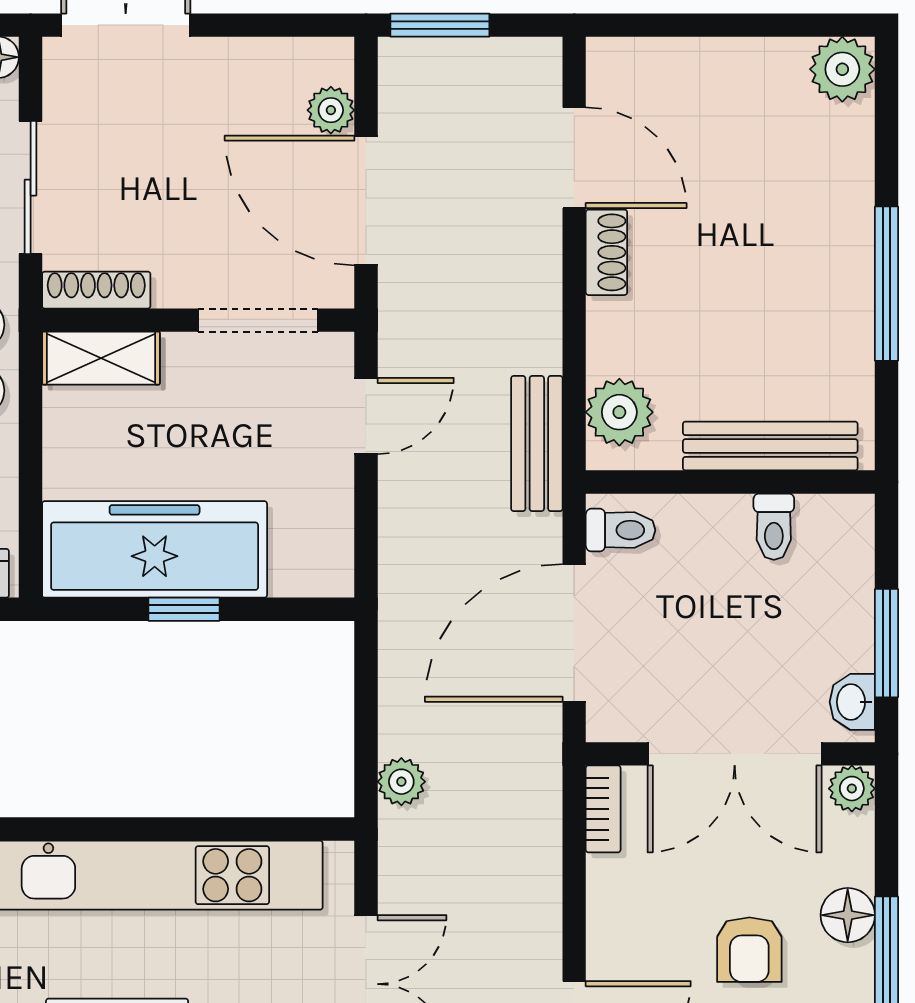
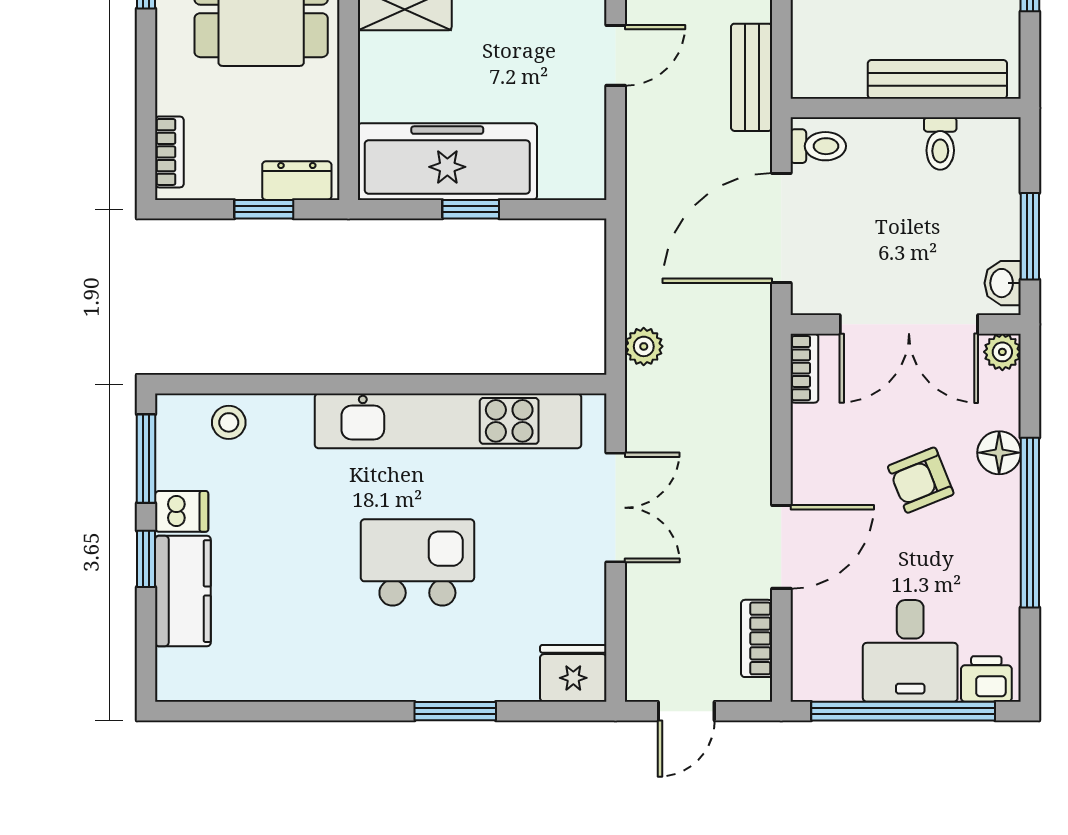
plant: (619, 412) -> (817, 52), removed
armchair: (749, 950) -> (921, 480), turned 68

